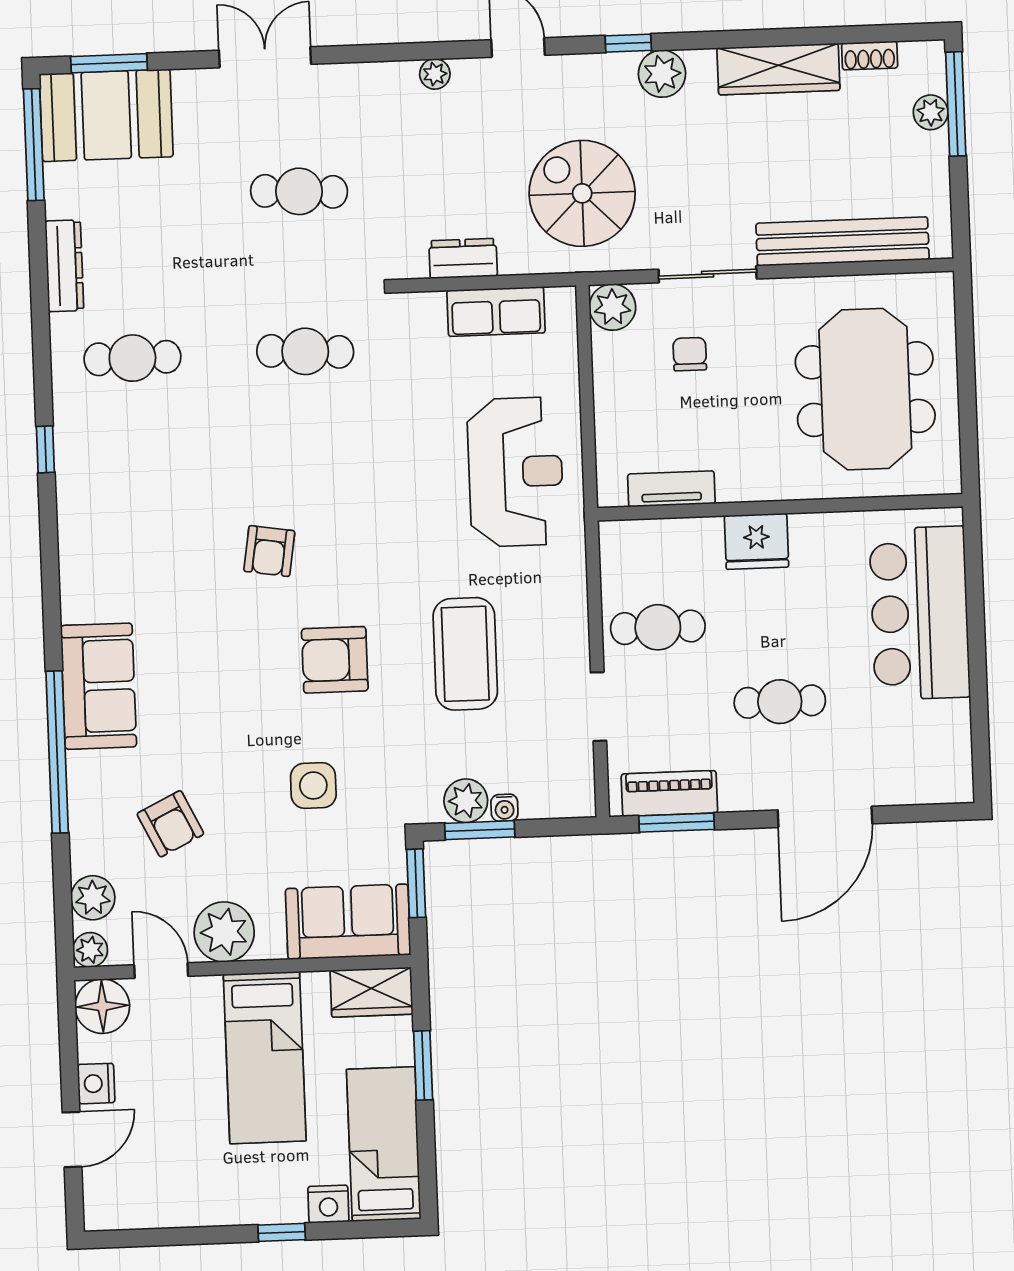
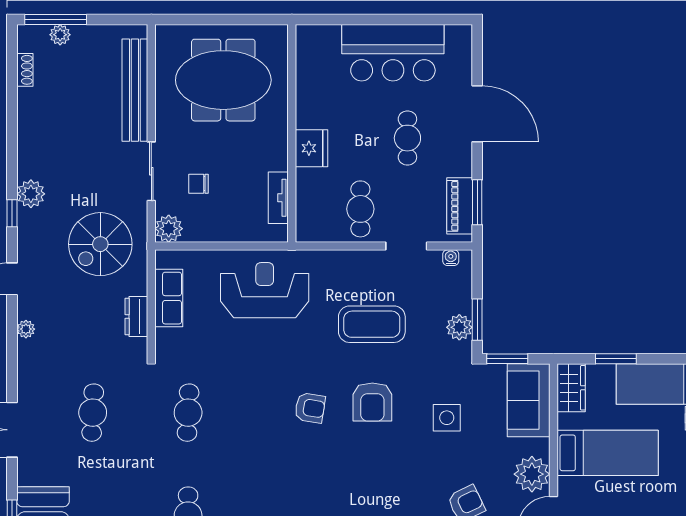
wardrobe: (778, 69) -> (31, 124), removed
armchair: (269, 551) -> (310, 408), moved
bar counter: (920, 613) -> (393, 53), moved
water cooler: (504, 808) -> (451, 258), moved, turned -90

